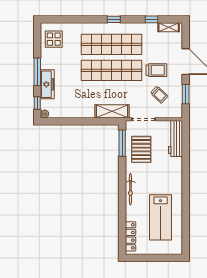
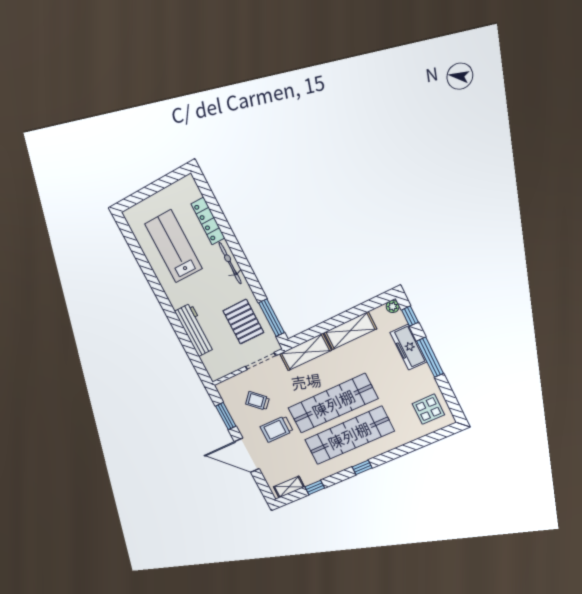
shelving: (78, 111) -> (350, 331), added
workbench: (176, 138) -> (195, 330), moved
locker: (130, 236) -> (208, 221), moved

